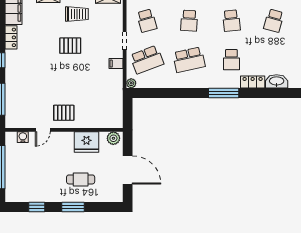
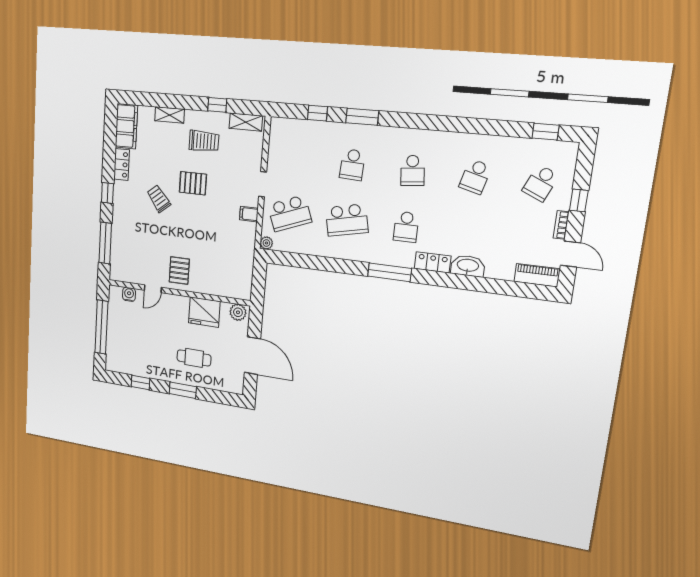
school desk: (147, 21) -> (294, 159), removed
trolley: (43, 60) -> (159, 199), added
pallet: (64, 113) -> (179, 271), turned 90

